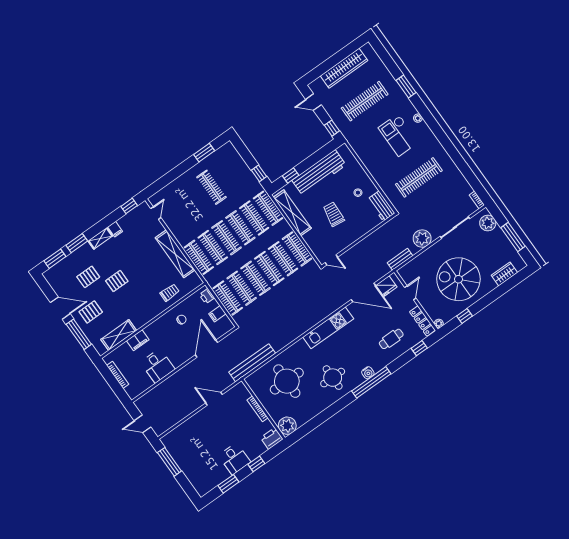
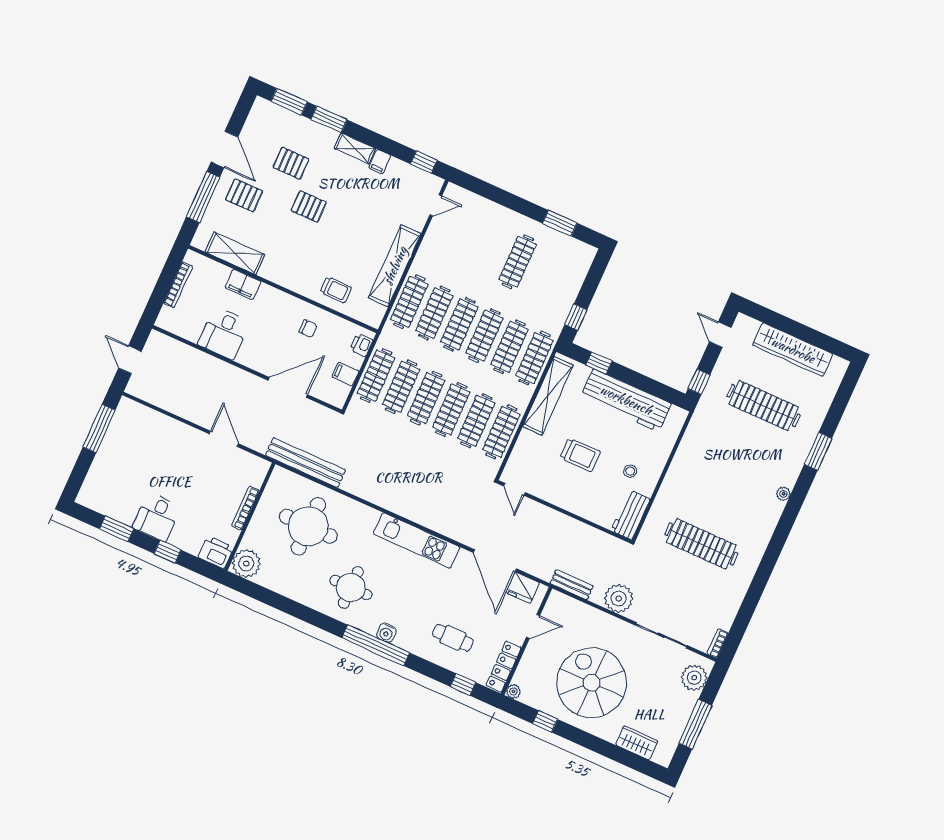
checkout: (398, 135) -> (744, 480), removed
trolley: (334, 214) -> (580, 455), turned 83

